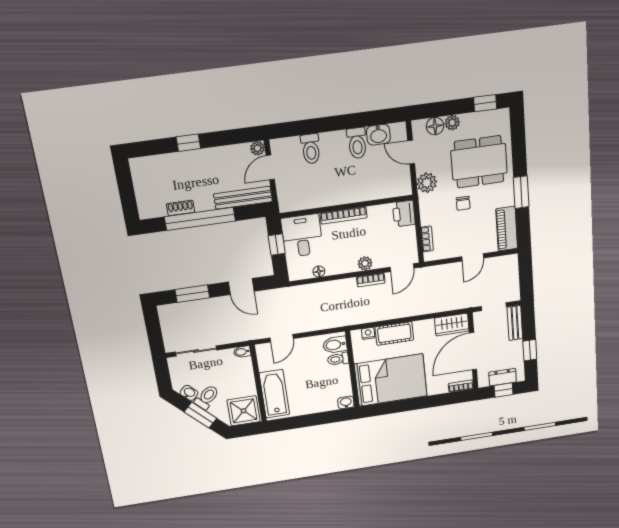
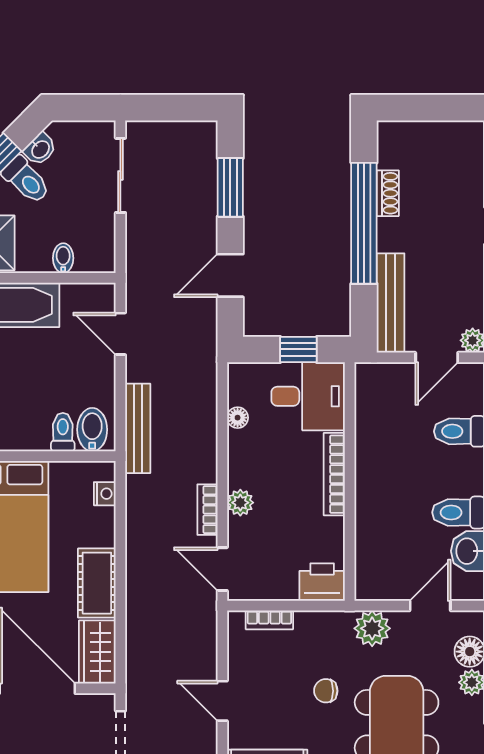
door: (270, 167) -> (437, 357), swing flipped
bench: (331, 322) -> (138, 428), added
cot: (394, 333) -> (97, 583), moved
bidet: (242, 352) -> (63, 258), moved

